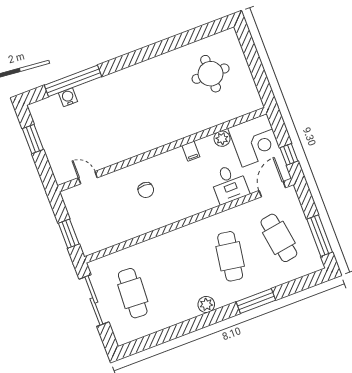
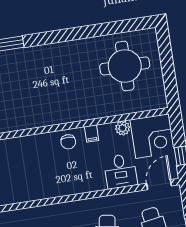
round table: (211, 74) -> (125, 66), width x1.36, depth x1.36
chair: (146, 190) -> (68, 142), moved

